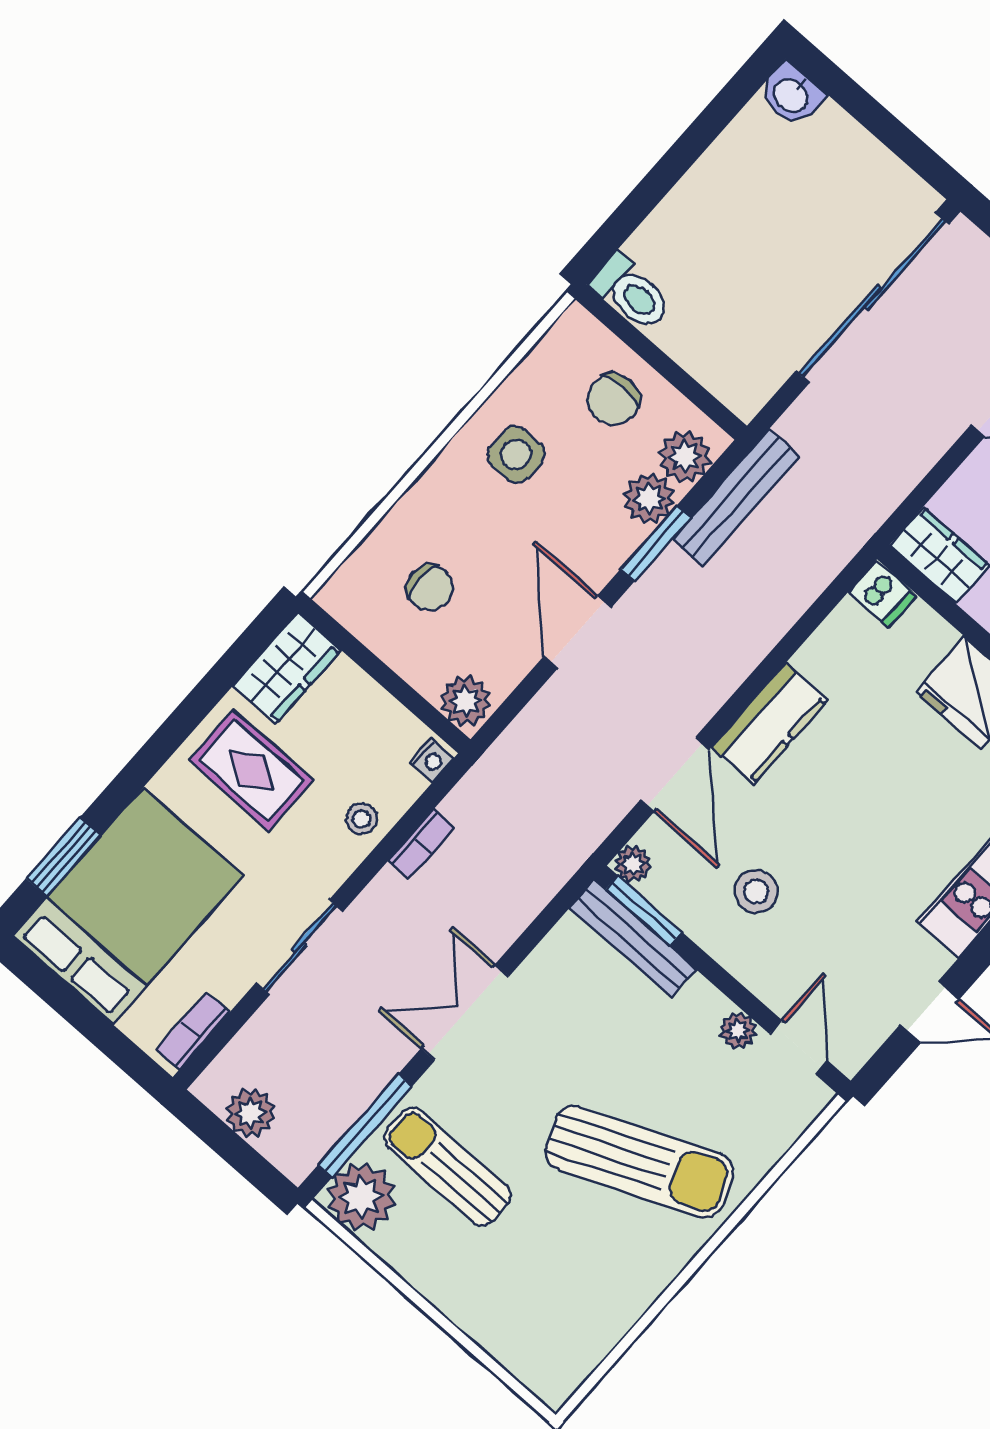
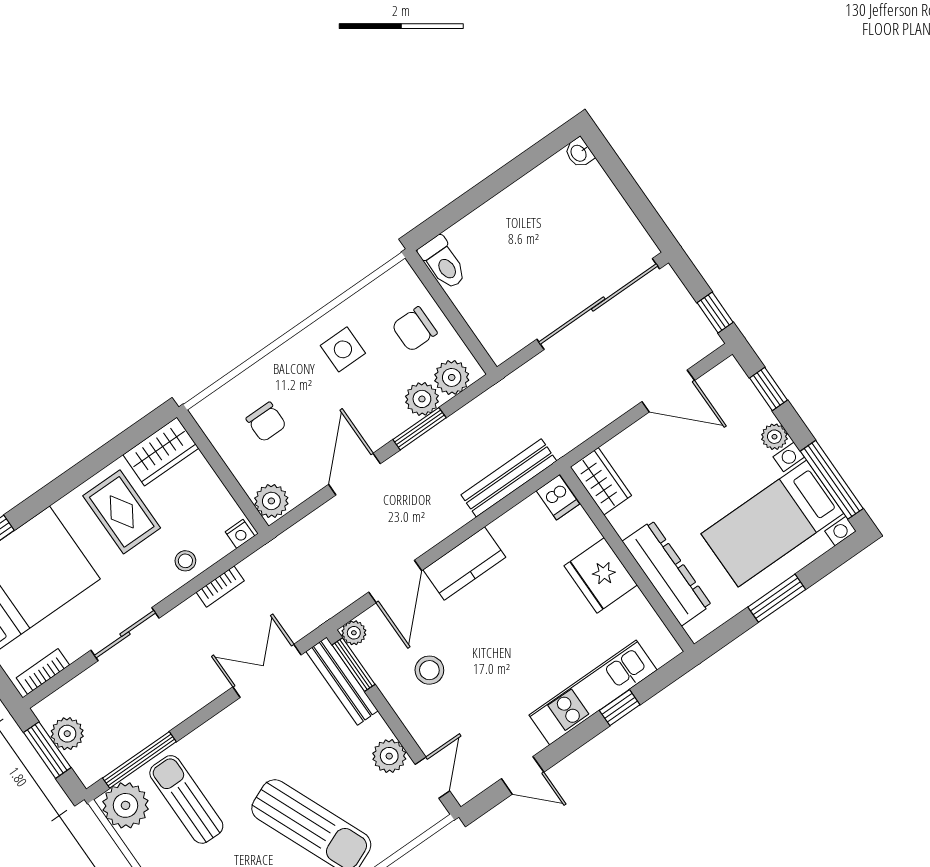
washbasin: (792, 95) -> (579, 153), width x0.72, depth x0.69
bench: (736, 497) -> (509, 478), moved
double door: (465, 1012) -> (267, 671), moved
plant: (738, 1031) -> (389, 756), width x1.38, depth x1.38
window: (227, 1144) -> (47, 750), added

